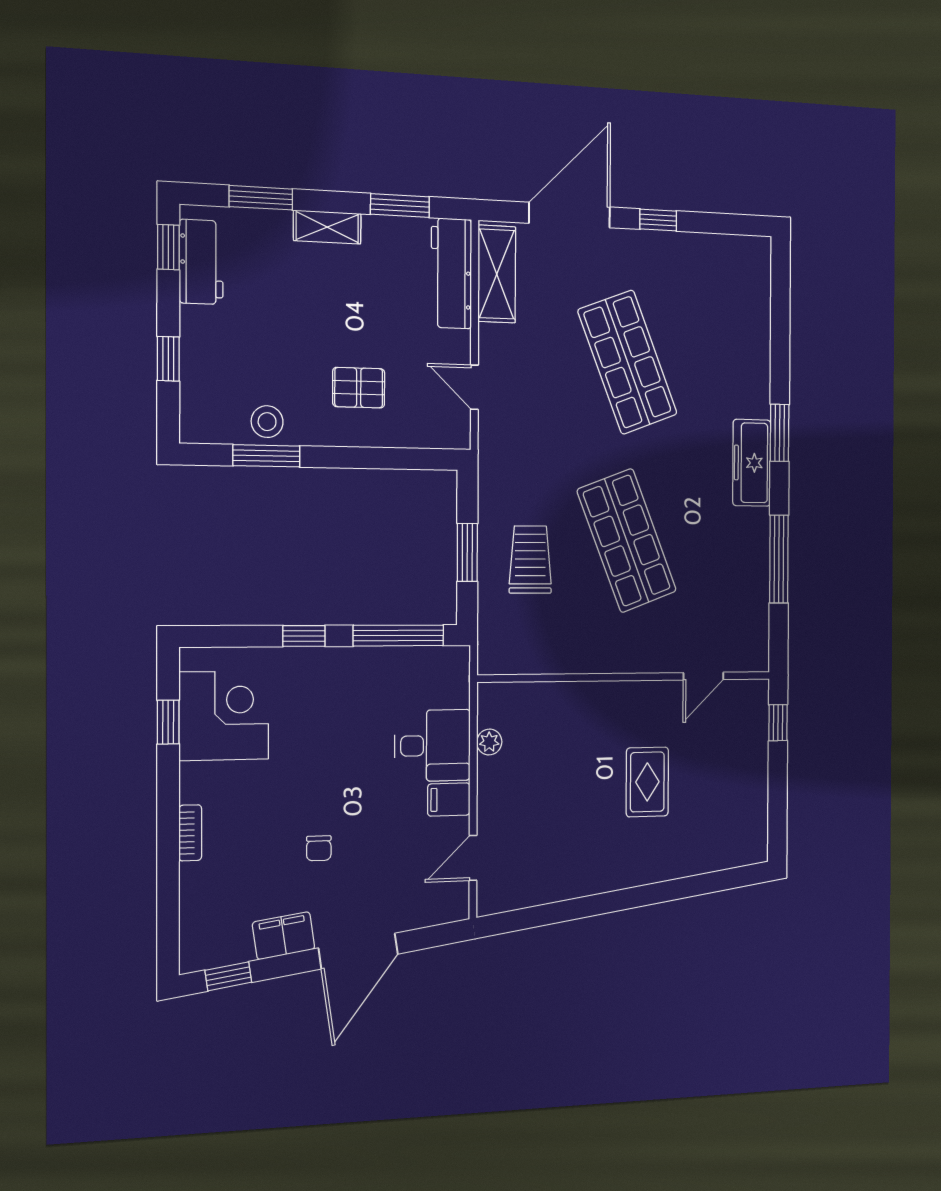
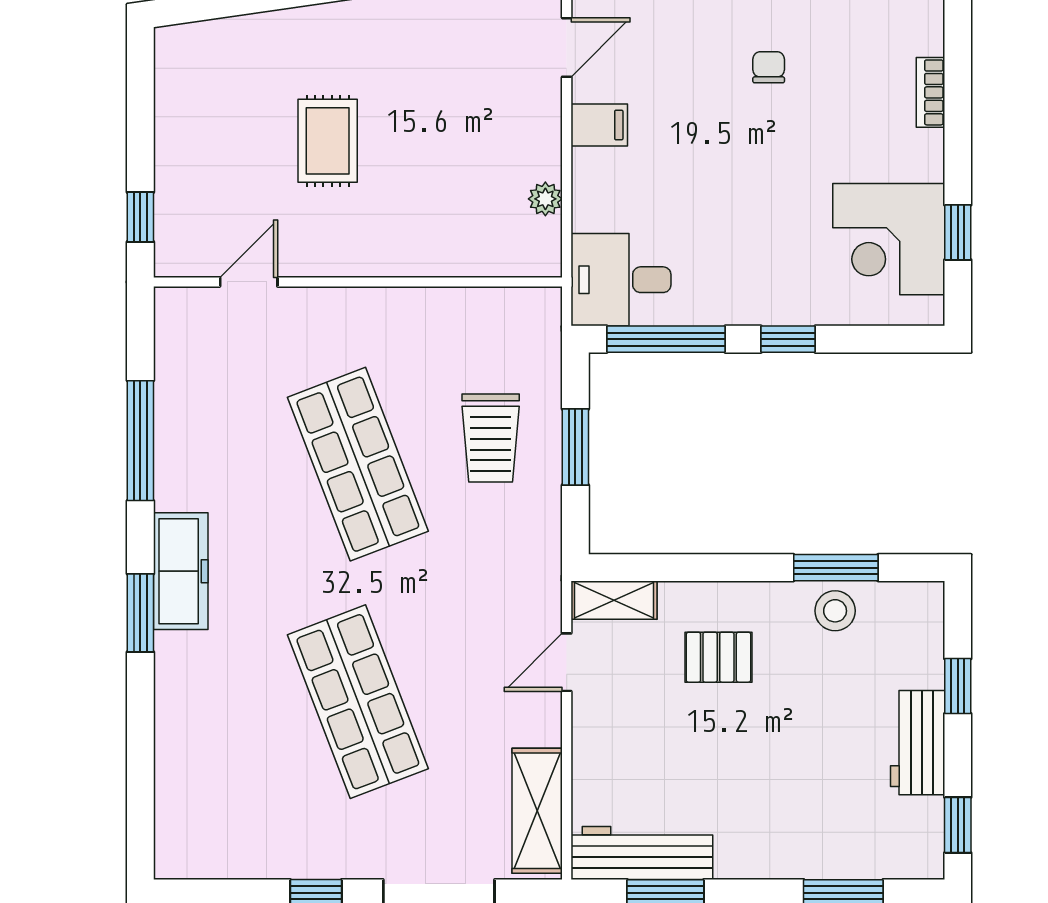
shelving: (327, 227) -> (614, 600), moved
workbench: (201, 262) -> (918, 743), moved
workbench: (451, 273) -> (642, 853), moved, turned -90
door: (474, 387) -> (567, 662), swing flipped
desk: (433, 746) -> (621, 280), moved

